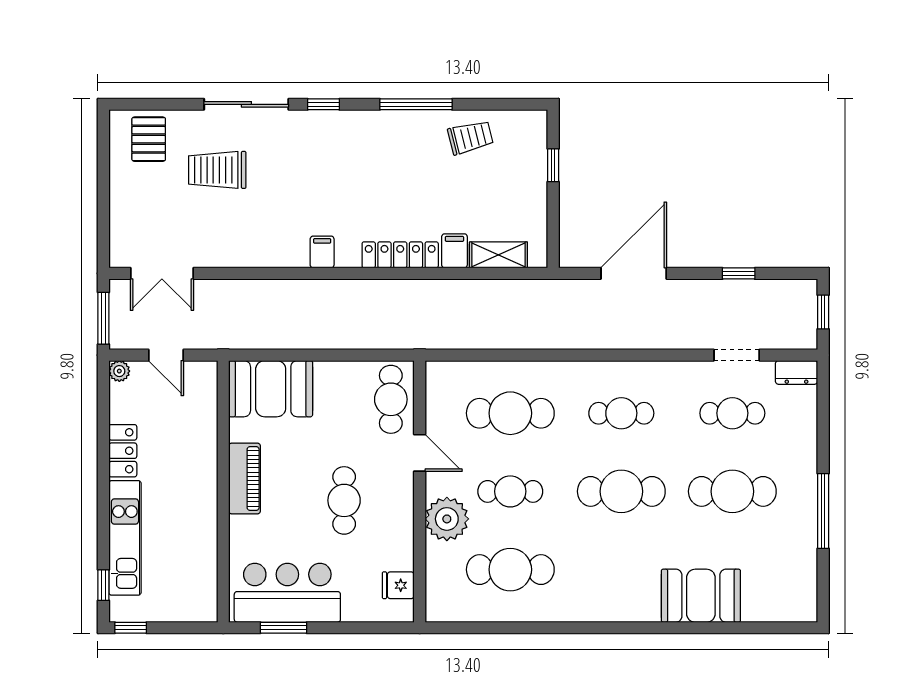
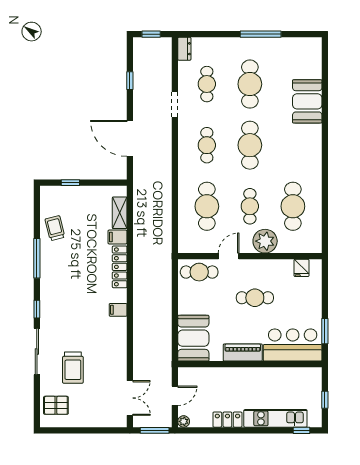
doorway: (737, 355) -> (175, 105), moved
bar counter: (287, 593) -> (293, 345), moved, turned 90
window: (131, 628) -> (325, 400), moved

